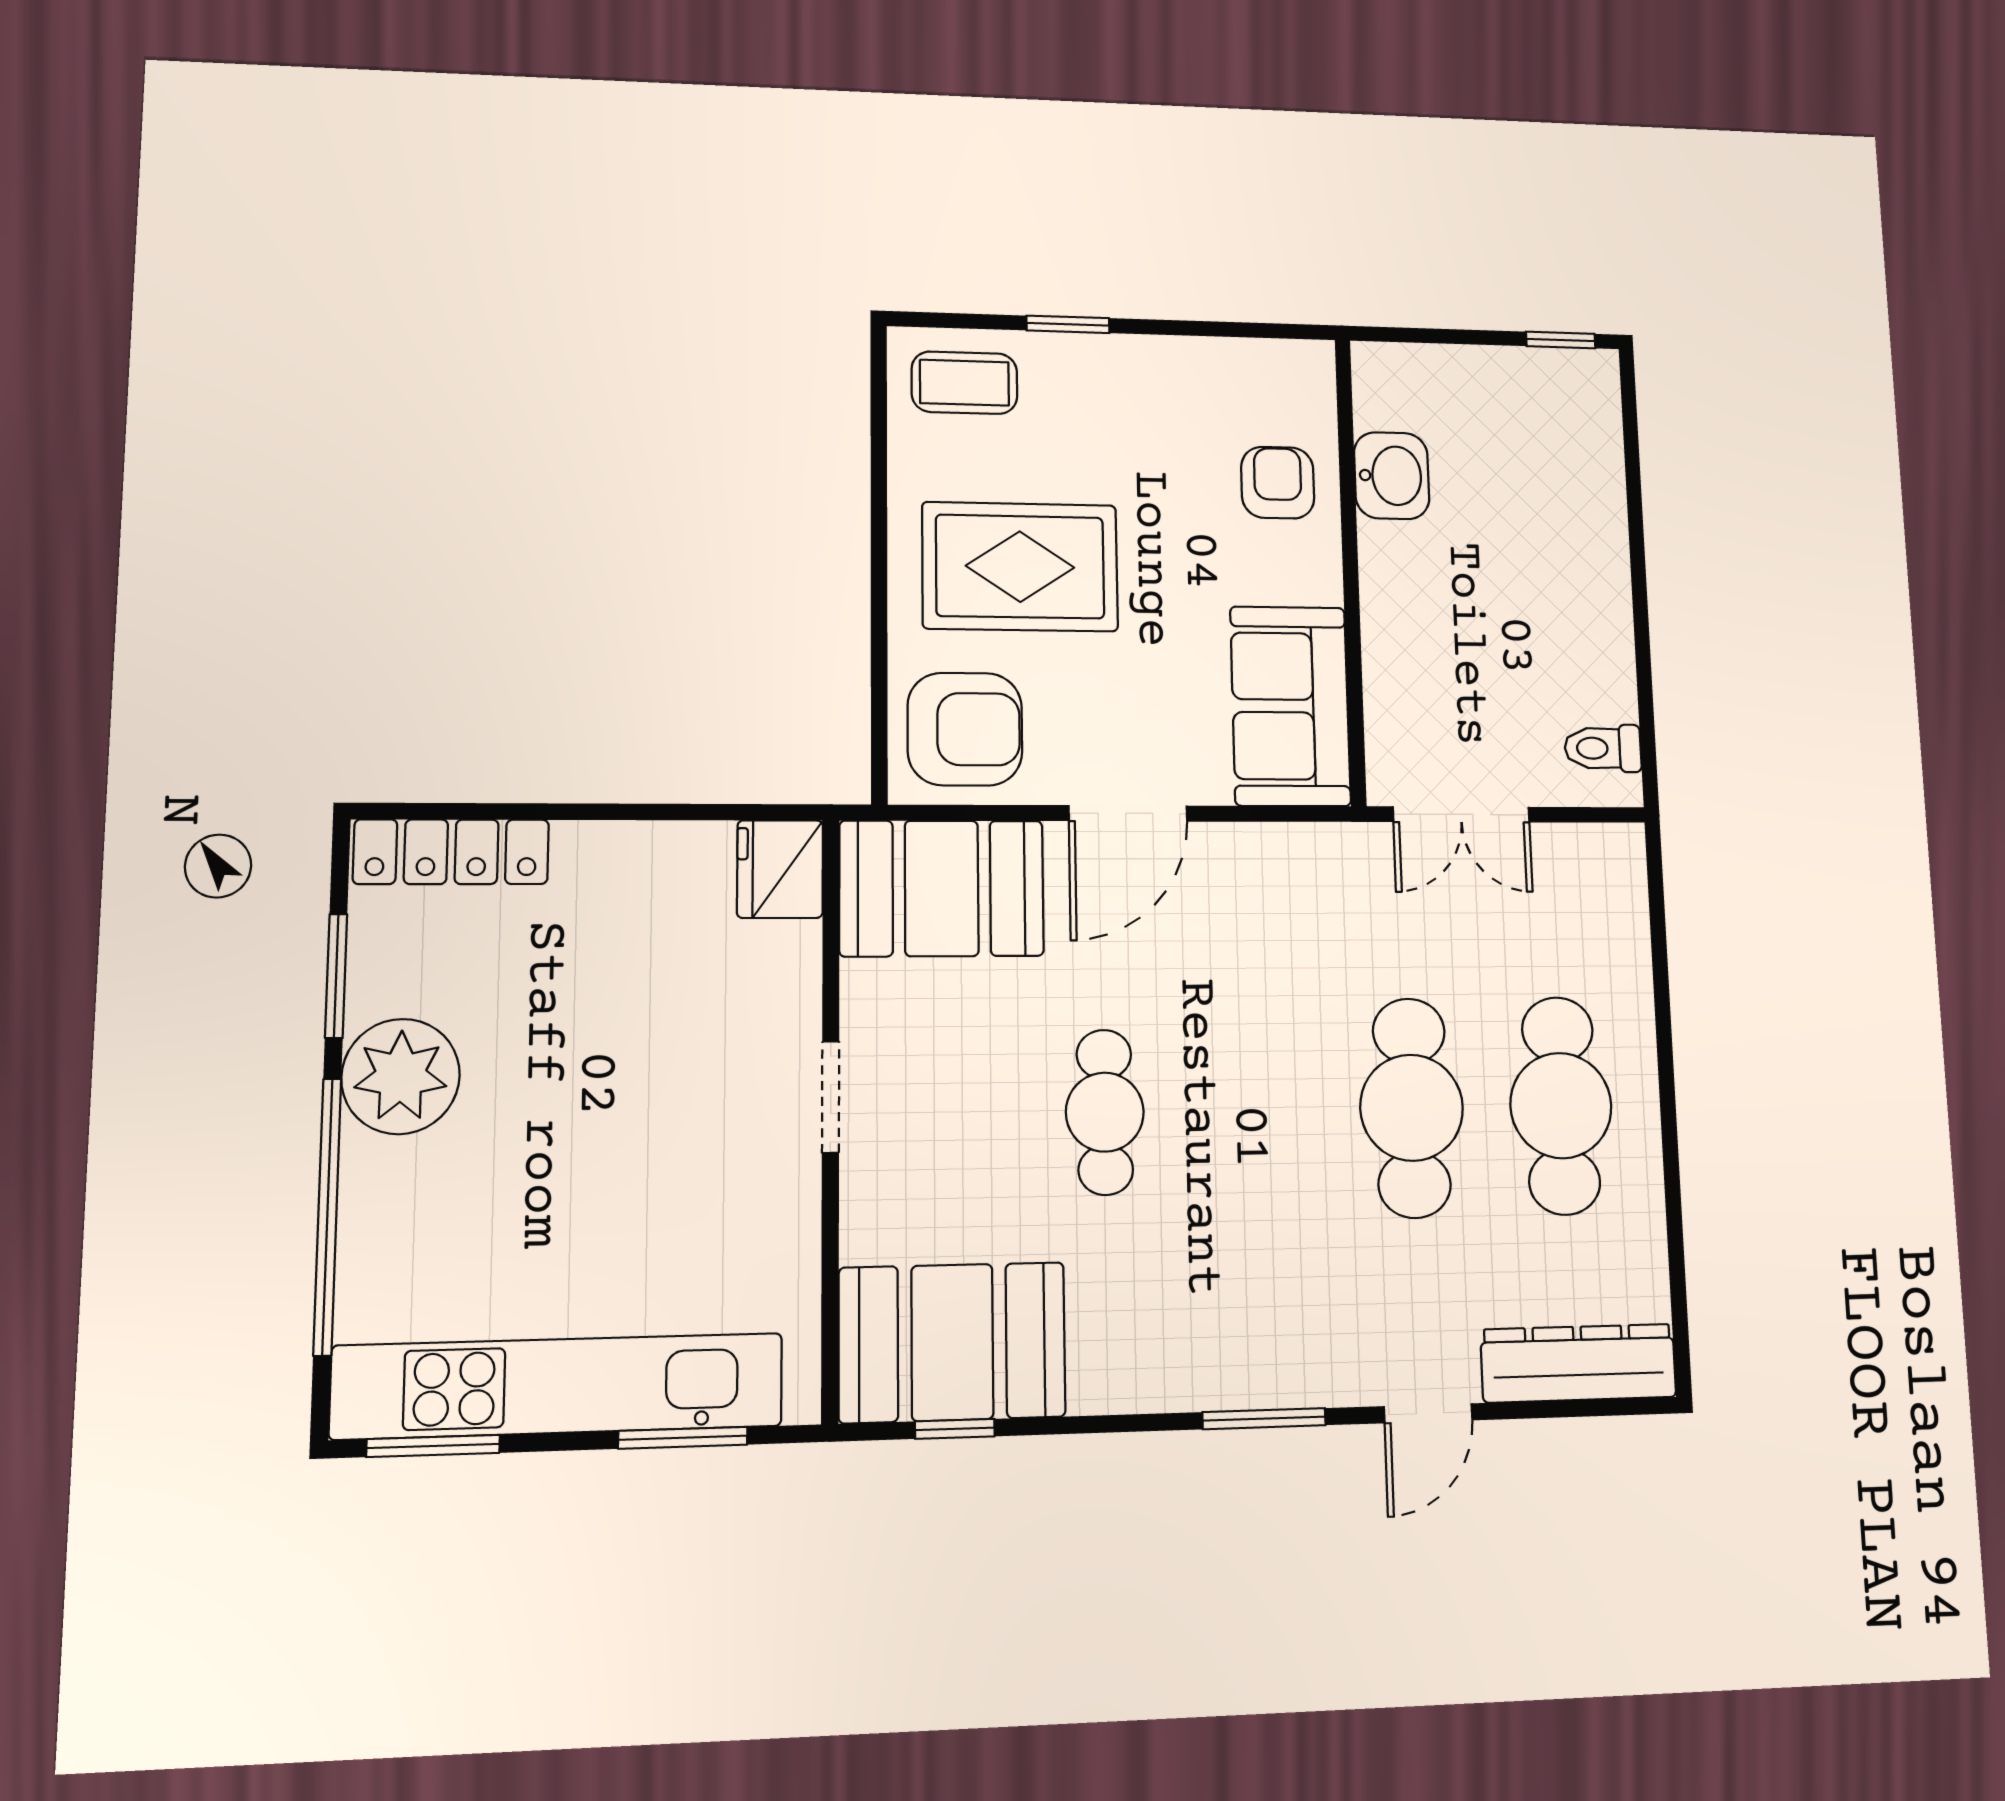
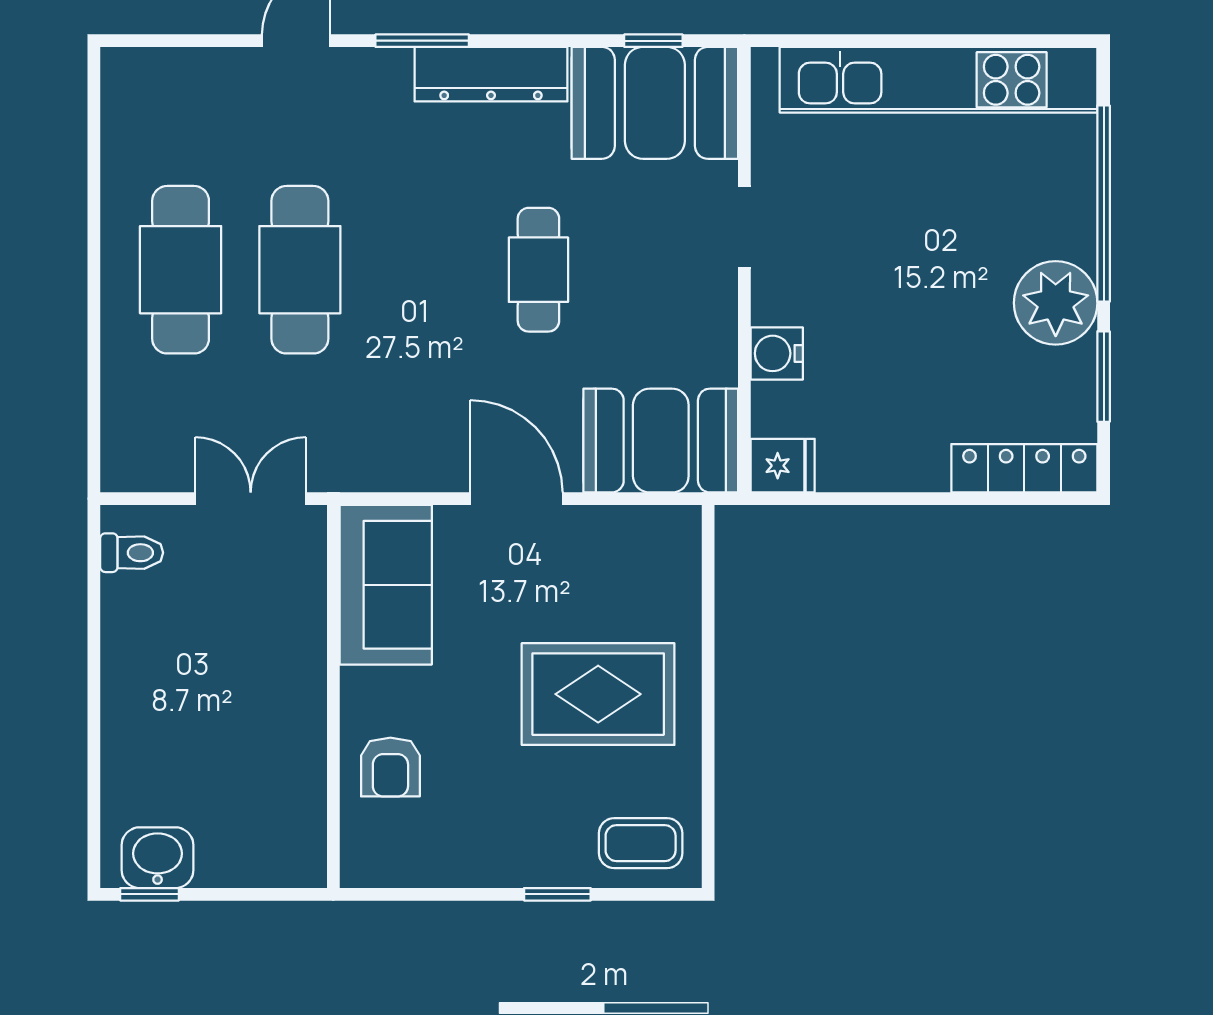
washbasin: (1392, 476) -> (158, 858), moved, turned 90
armchair: (965, 729) -> (642, 564), removed
door: (1128, 813) -> (516, 499), hinge flipped
fridge: (780, 869) -> (783, 466), width x0.72
water cooler: (787, 1004) -> (777, 353), added
doorway: (831, 1097) -> (744, 227), moved
dresser: (1579, 1363) -> (491, 74), moved
window: (683, 1438) -> (850, 41), removed
window: (433, 1446) -> (1025, 41), removed

